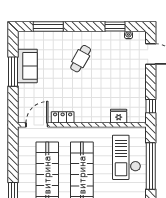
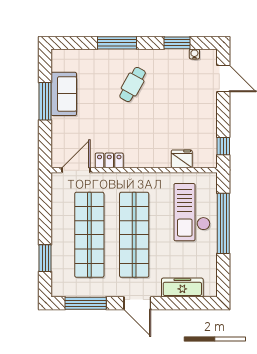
window: (48, 26) -> (117, 43), moved

